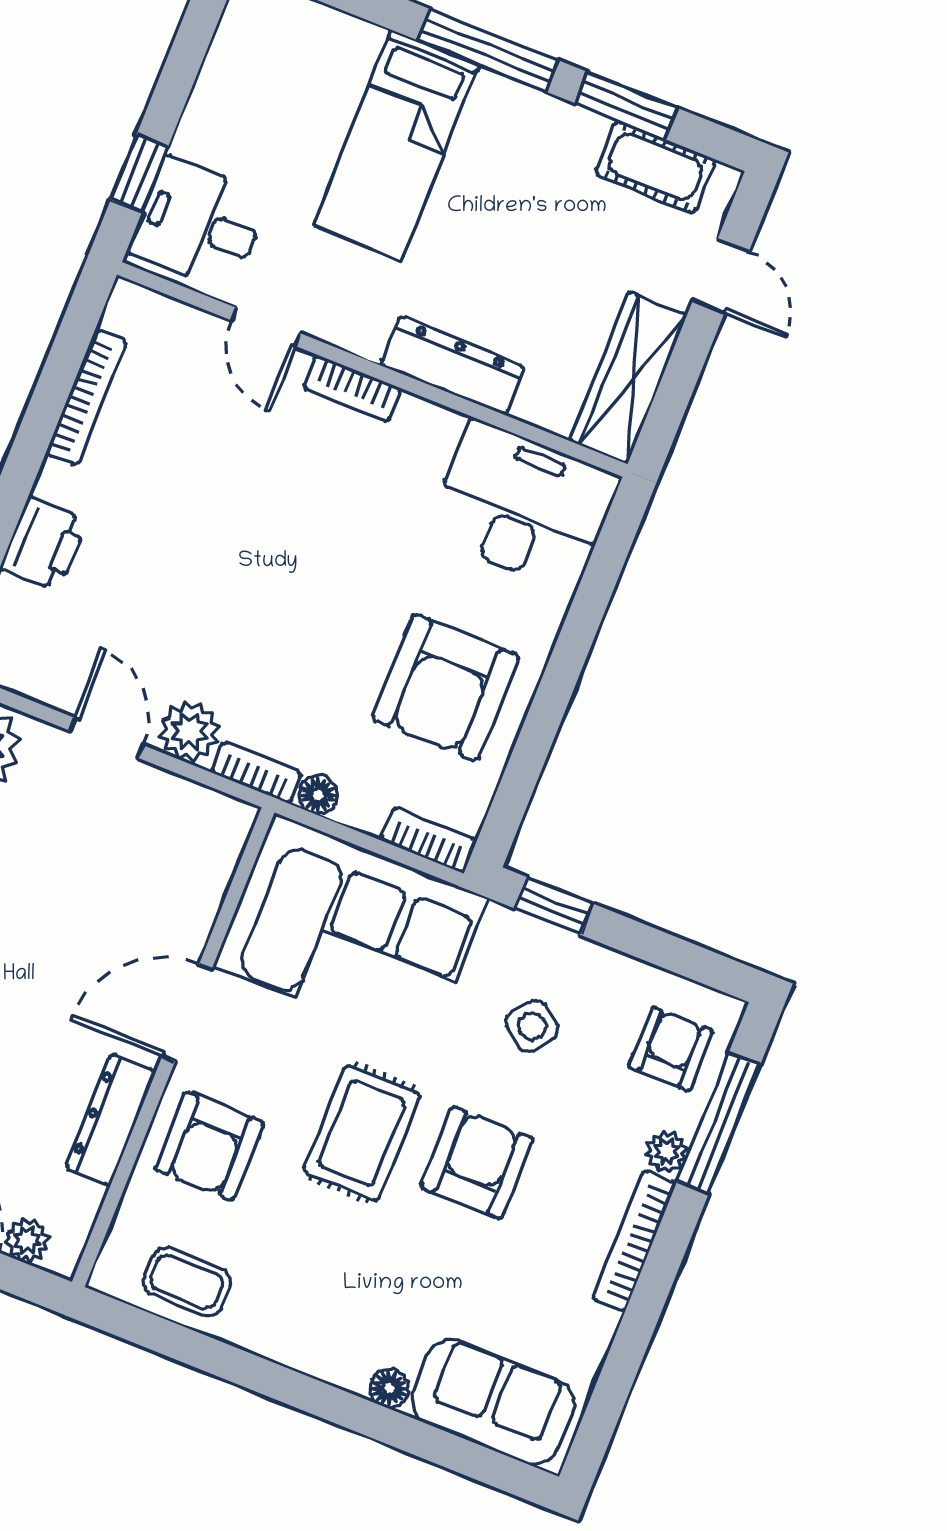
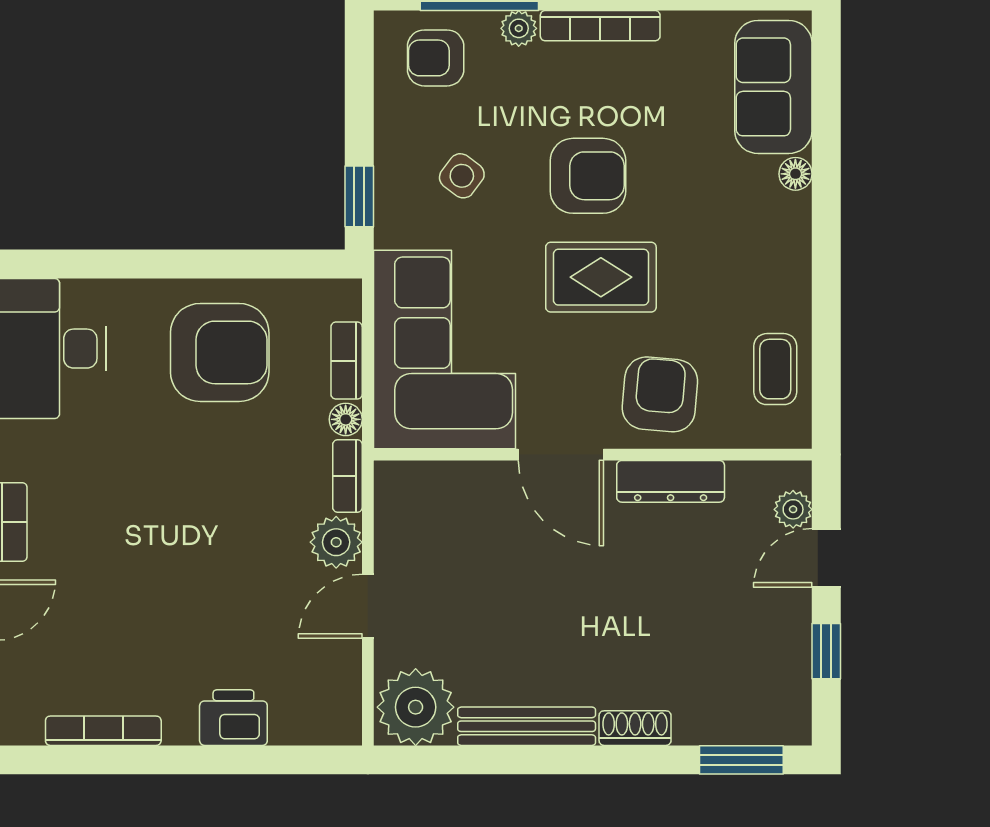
bookcase: (429, 840) -> (347, 361), moved
armchair: (209, 1146) -> (660, 394), turned -85
armchair: (477, 1163) -> (588, 176), turned 180

